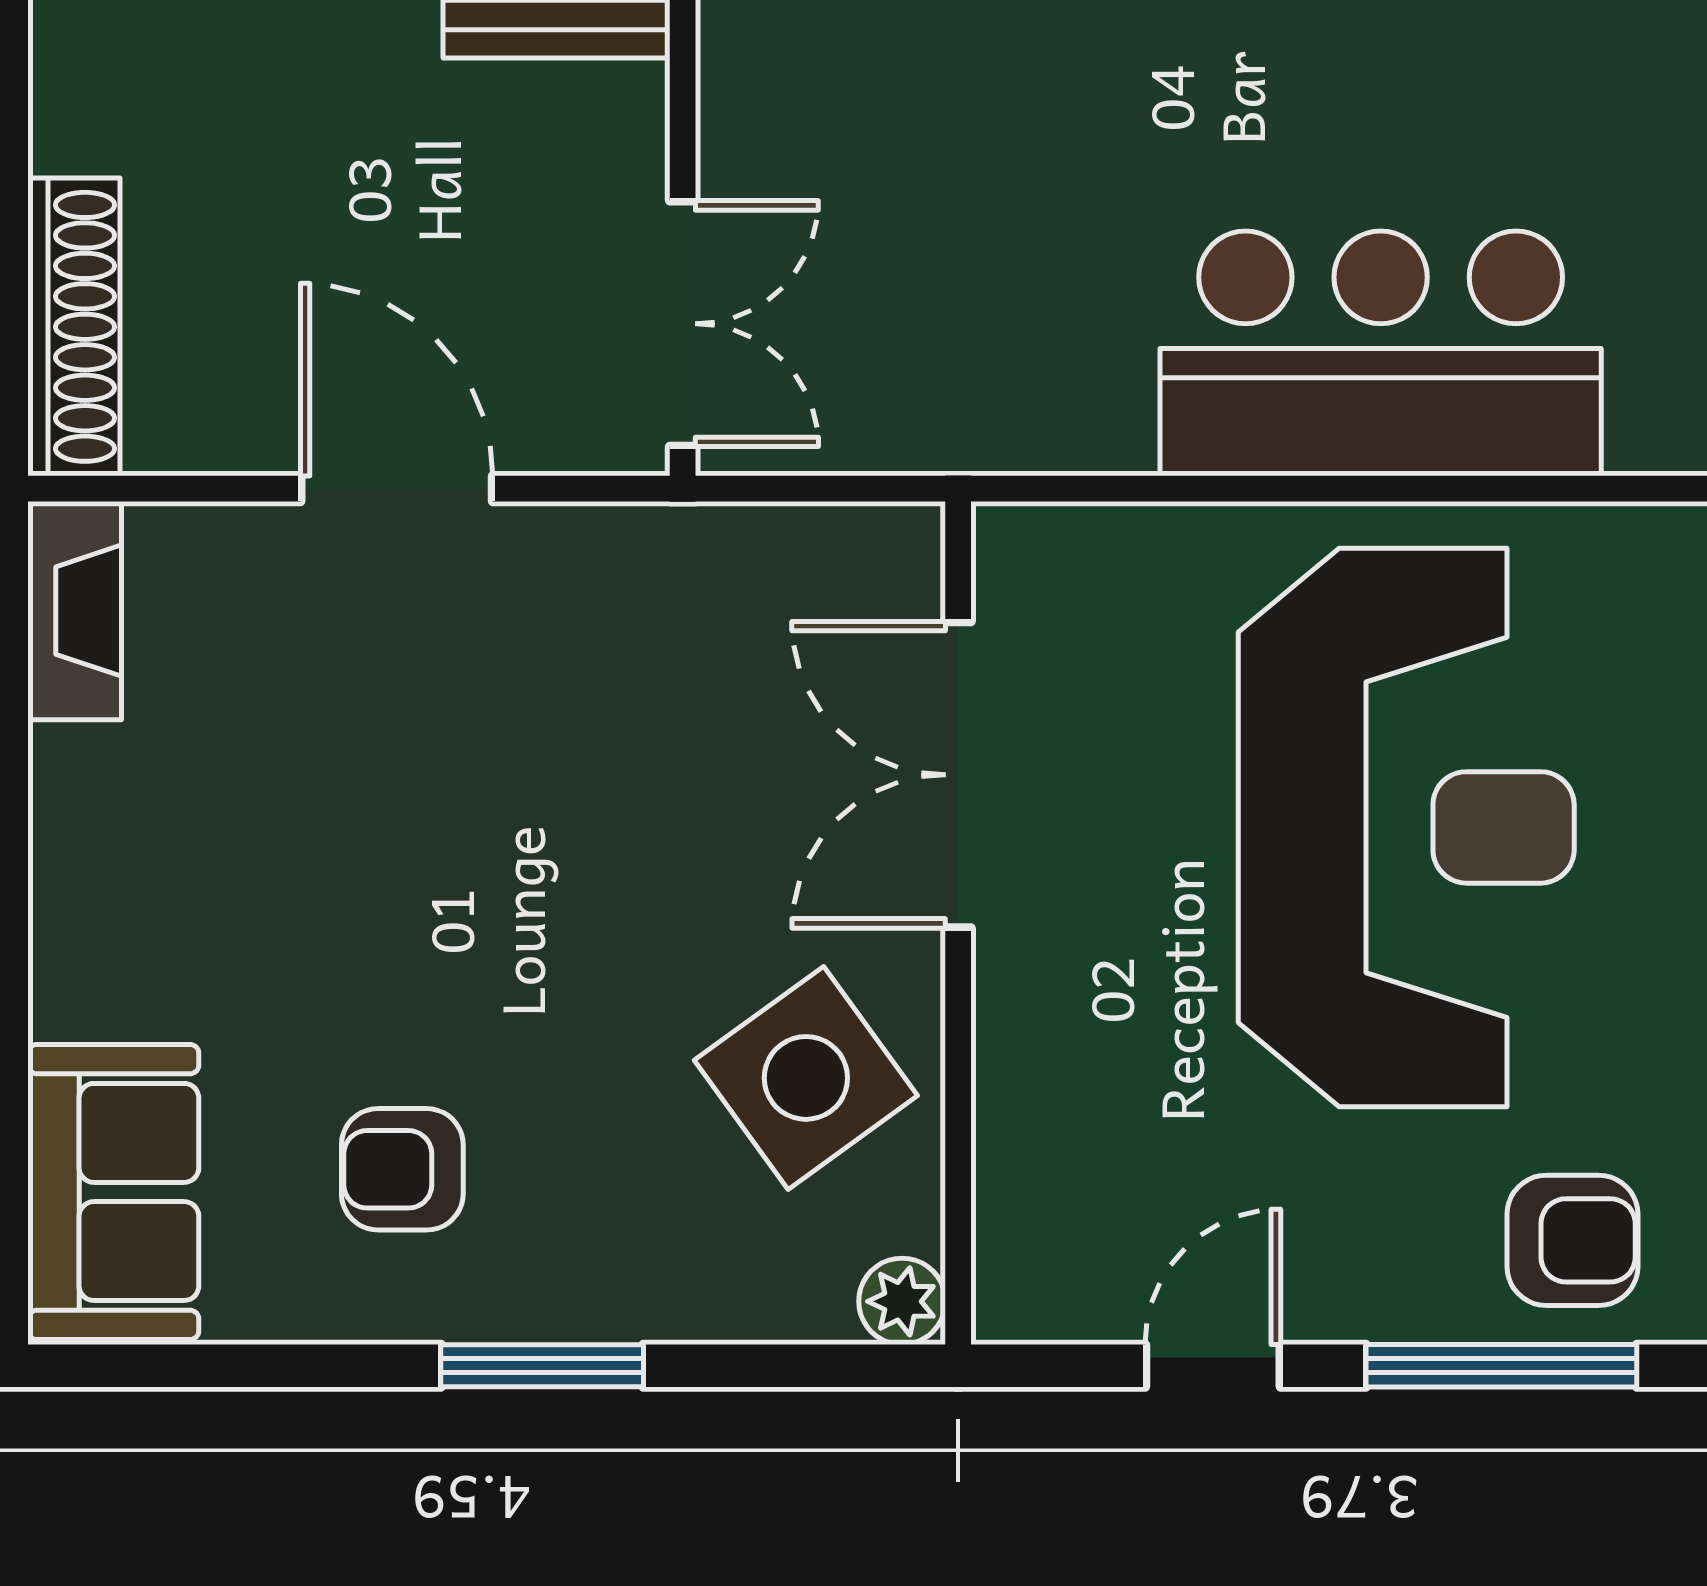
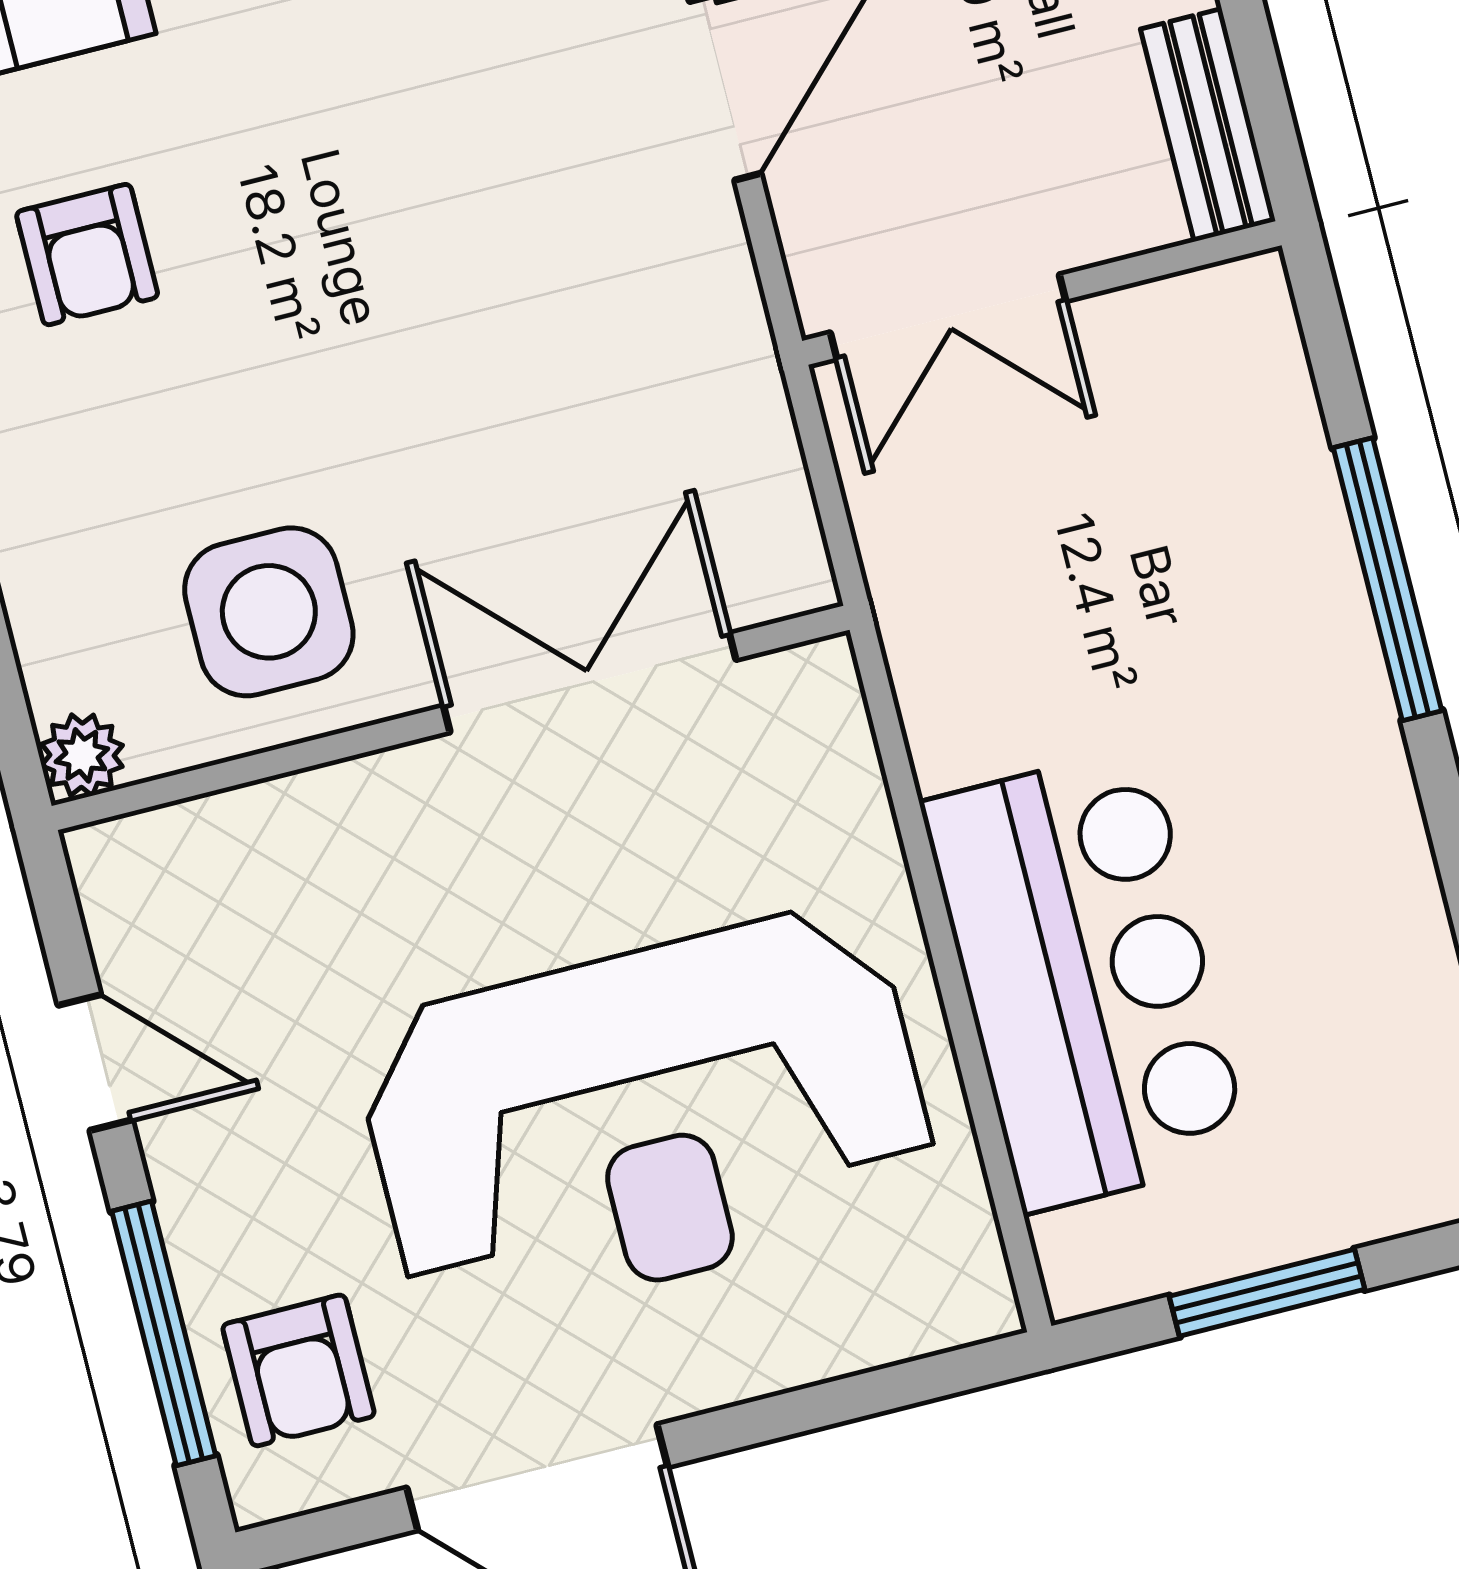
side table: (806, 1078) -> (269, 612), turned 36
armchair: (402, 1169) -> (87, 255), turned 180

